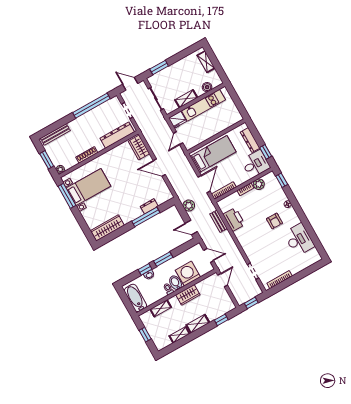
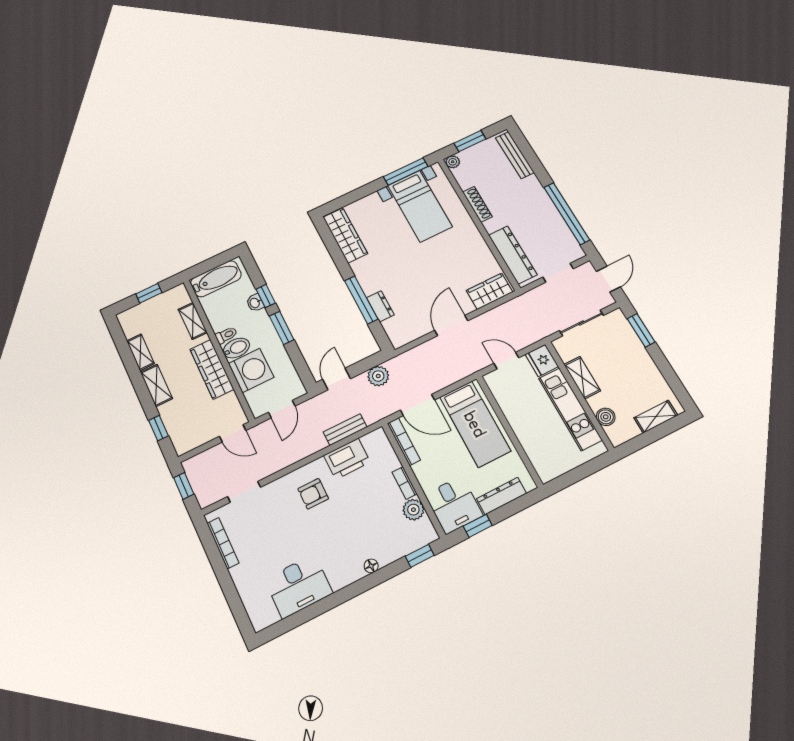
armchair: (275, 221) -> (313, 494), moved
wardrobe: (188, 295) -> (212, 369), width x1.50

